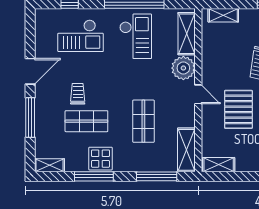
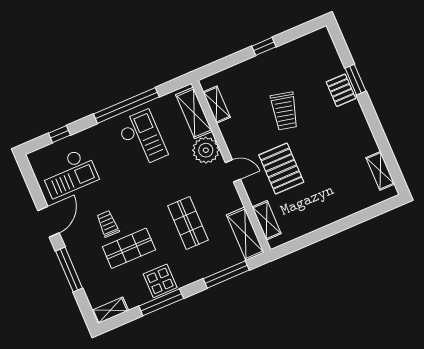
shelving: (223, 15) -> (217, 105), moved, turned 90
checkout: (81, 36) -> (69, 173), moved
shelving: (219, 165) -> (267, 220), moved, turned 90

